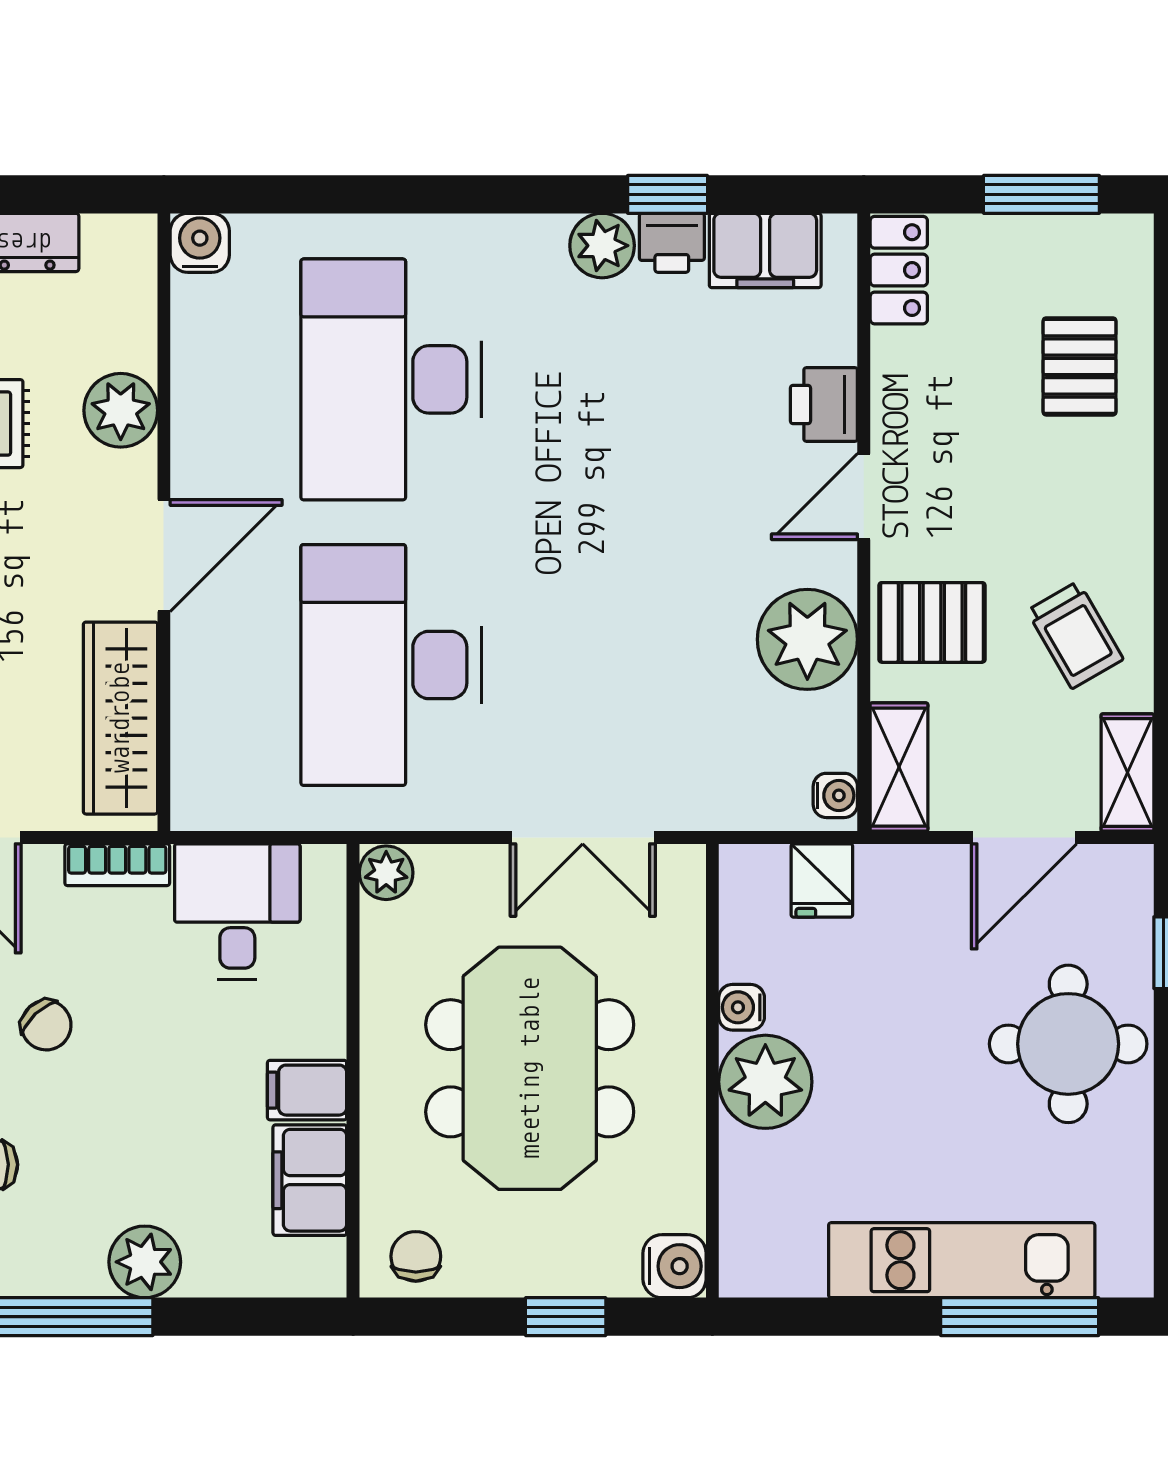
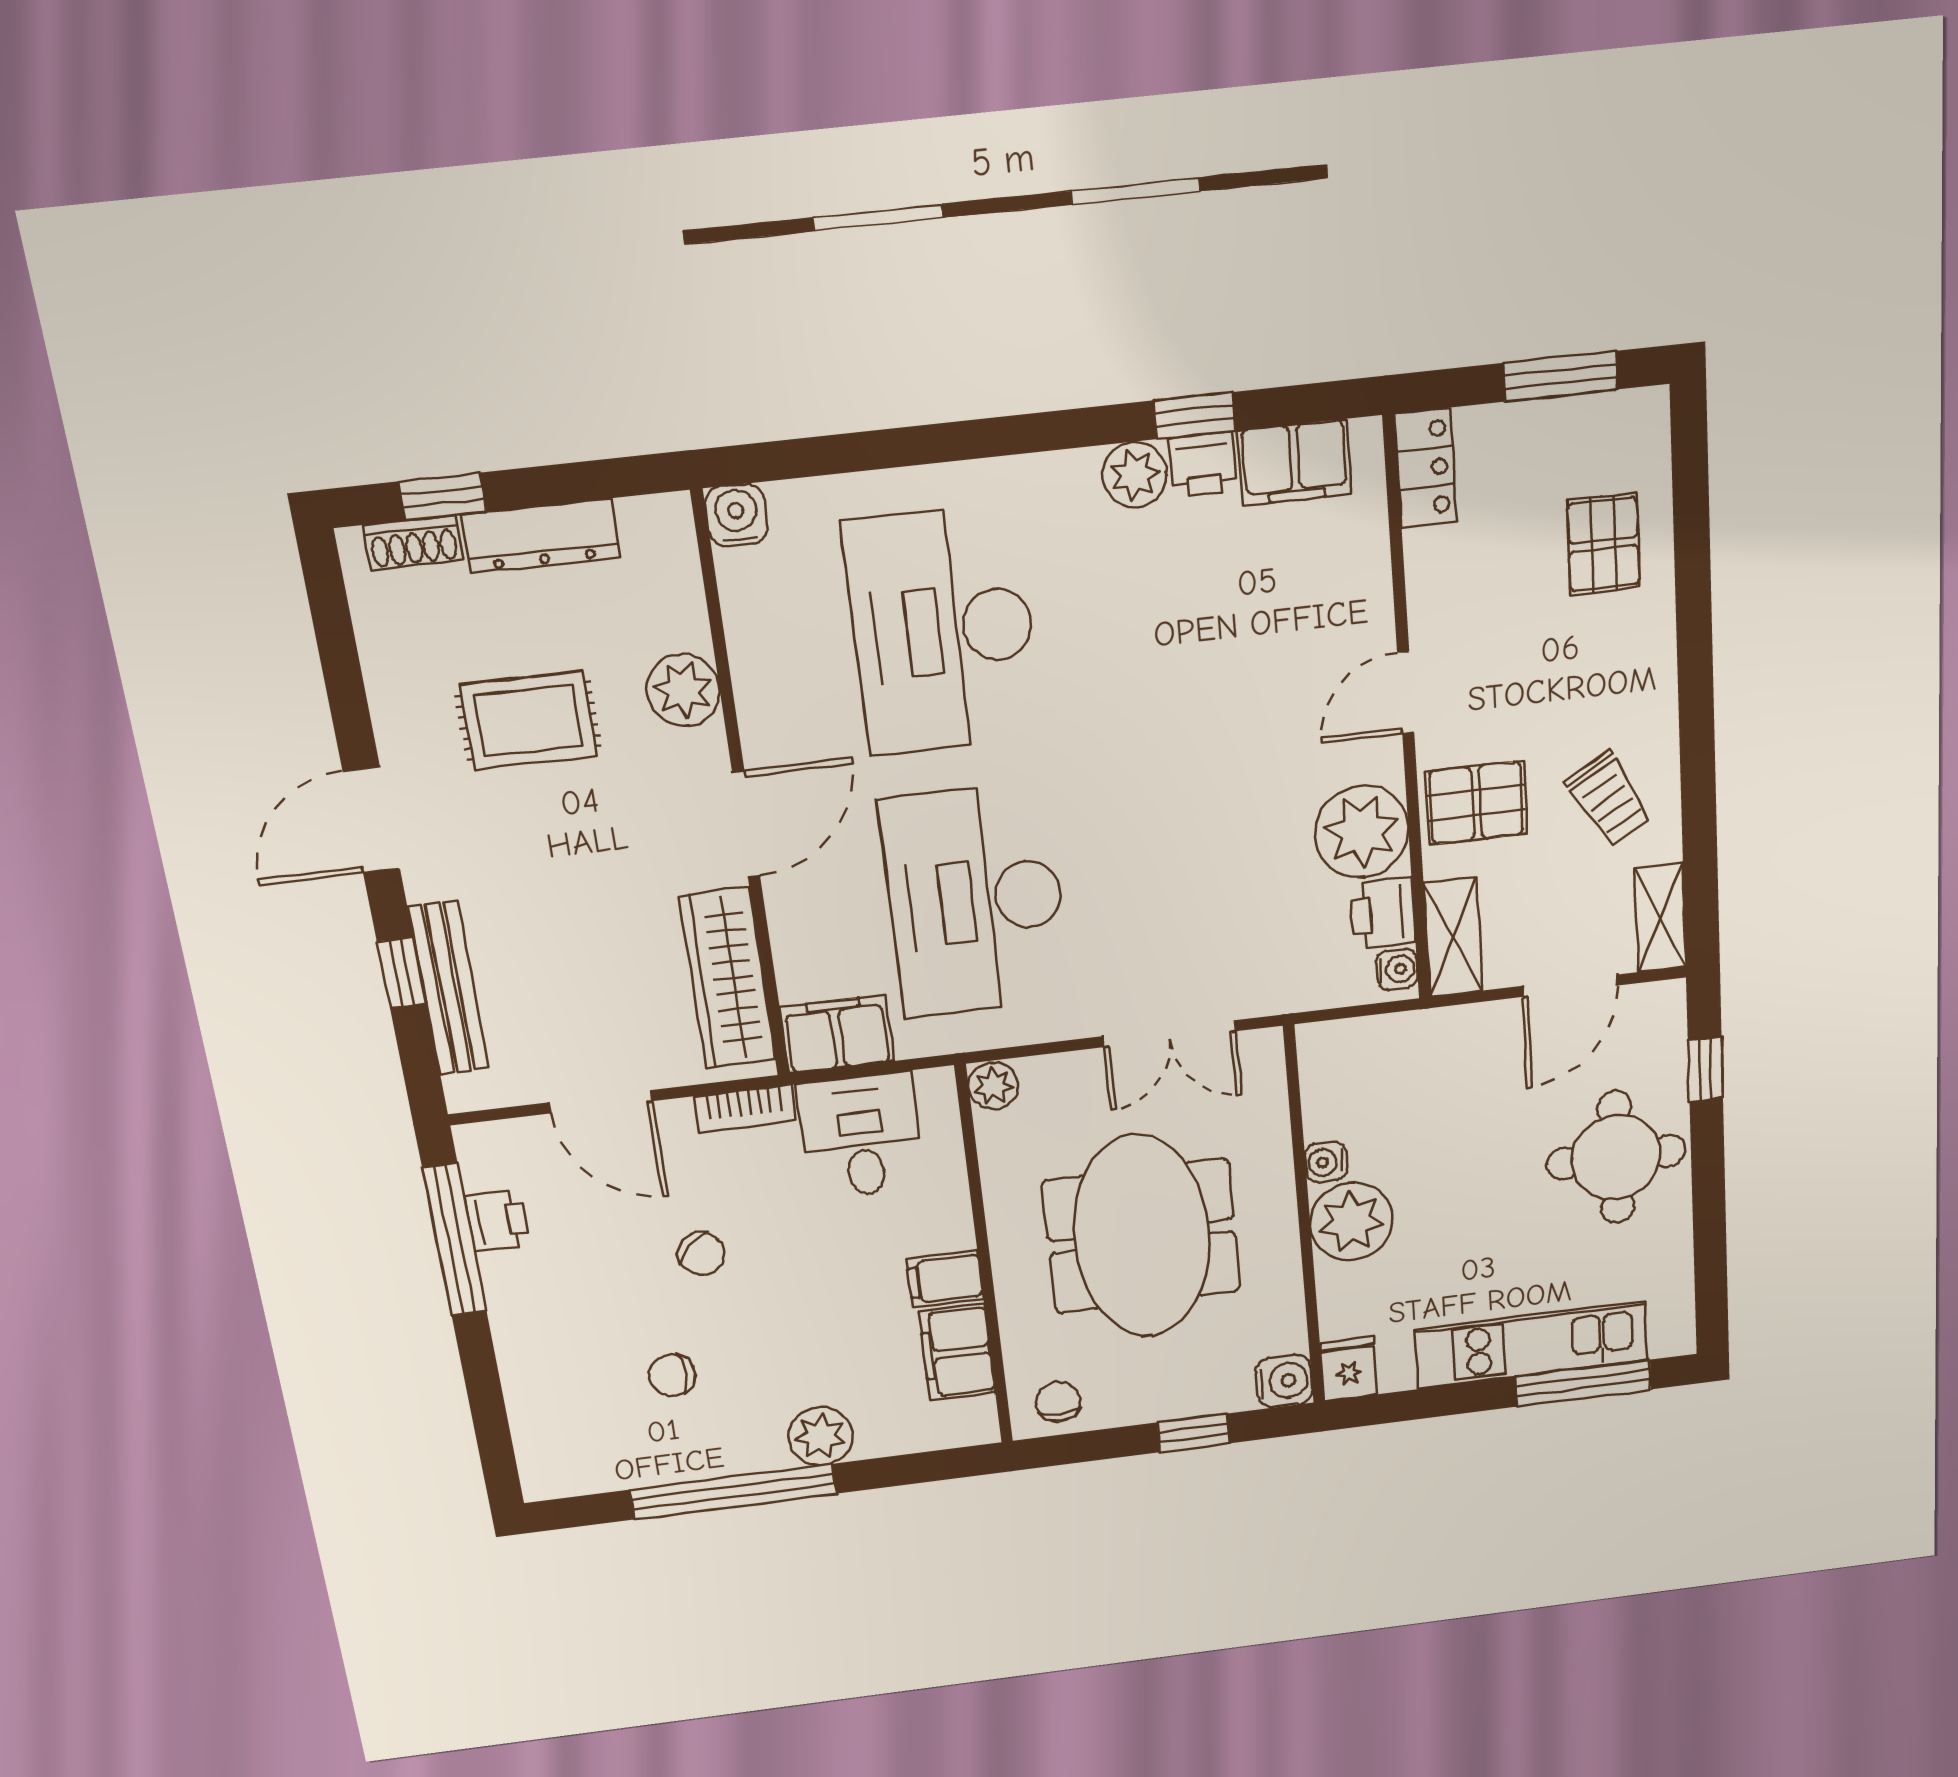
printer: (824, 404) -> (1383, 913), moved
filing cabinet: (226, 794) -> (837, 1034), added
fridge: (822, 880) -> (1349, 1369), moved, turned 180

